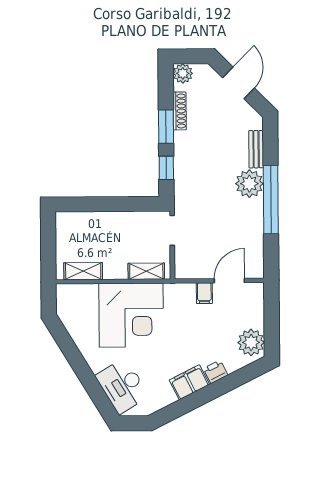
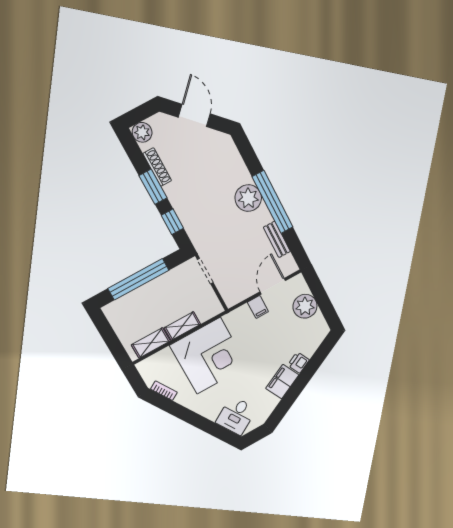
bench: (256, 149) -> (277, 239), moved
window: (105, 204) -> (138, 279), added
shelving: (146, 271) -> (182, 326), moved
bookcase: (70, 325) -> (164, 391), added
plant: (251, 342) -> (305, 306), moved
desk: (122, 386) -> (236, 416), width x0.73

